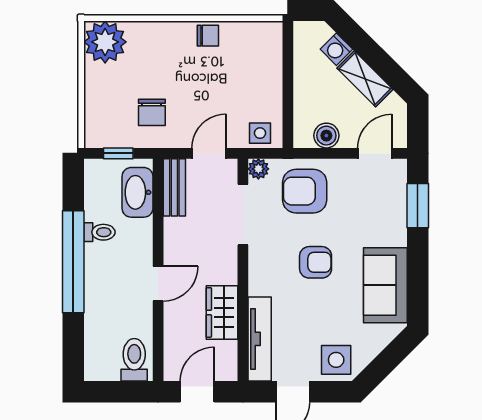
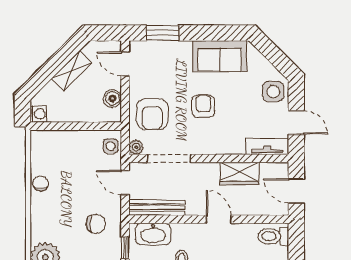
washing machine: (336, 49) -> (38, 114), moved, turned -45
bench: (174, 187) -> (157, 208), width x1.36
tv unit: (260, 339) -> (267, 146), width x0.71

